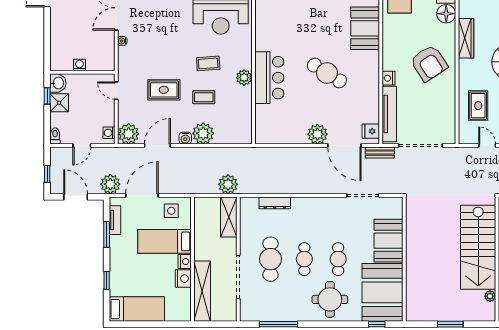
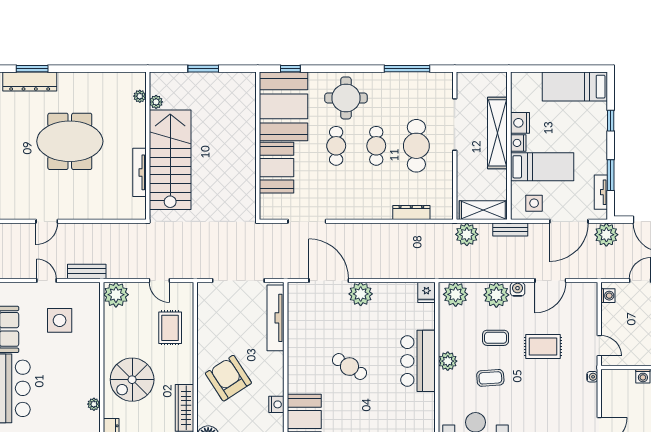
water cooler: (122, 41) -> (592, 377), moved
cafe table: (327, 73) -> (349, 367), width x0.73, depth x0.74
nightstand: (389, 78) -> (276, 404), moved
fridge: (371, 131) -> (426, 292), moved, turned 90
plant: (129, 134) -> (456, 294), moved
bench: (380, 153) -> (510, 230), moved
shelving: (229, 217) -> (483, 210), moved, turned 90
shelving: (202, 291) -> (497, 133), moved

